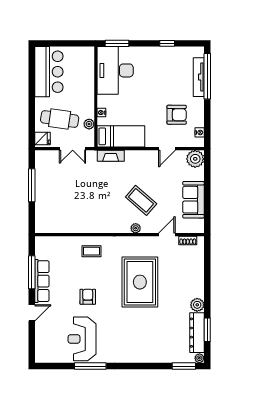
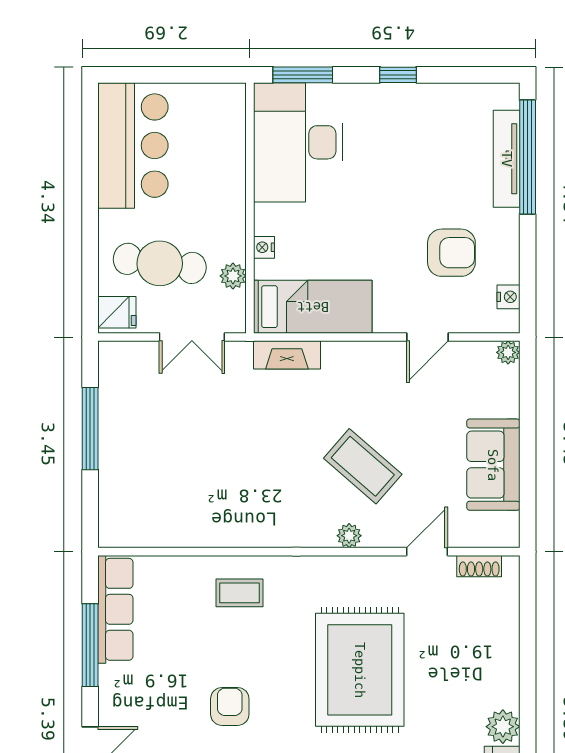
window: (167, 43) -> (398, 75), moved
plant: (195, 159) -> (508, 352), width x0.53, depth x0.53
row of seats: (42, 281) -> (115, 609), moved

